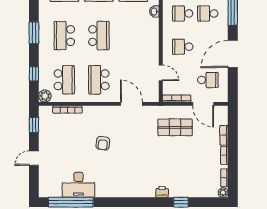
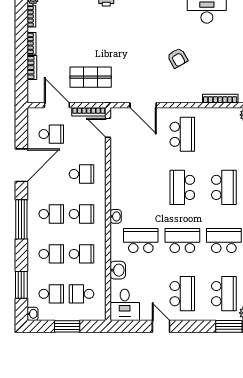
door: (161, 73) -> (108, 128), moved
school desk: (64, 80) -> (224, 134), removed
school desk: (208, 80) -> (51, 134), turned 180
armchair: (103, 143) -> (177, 58), turned 142

